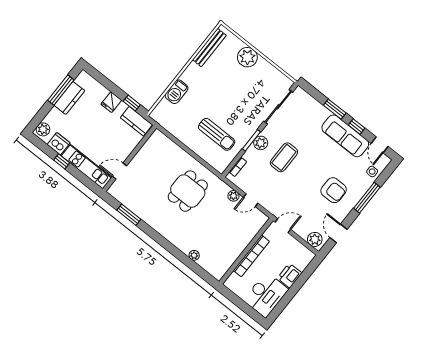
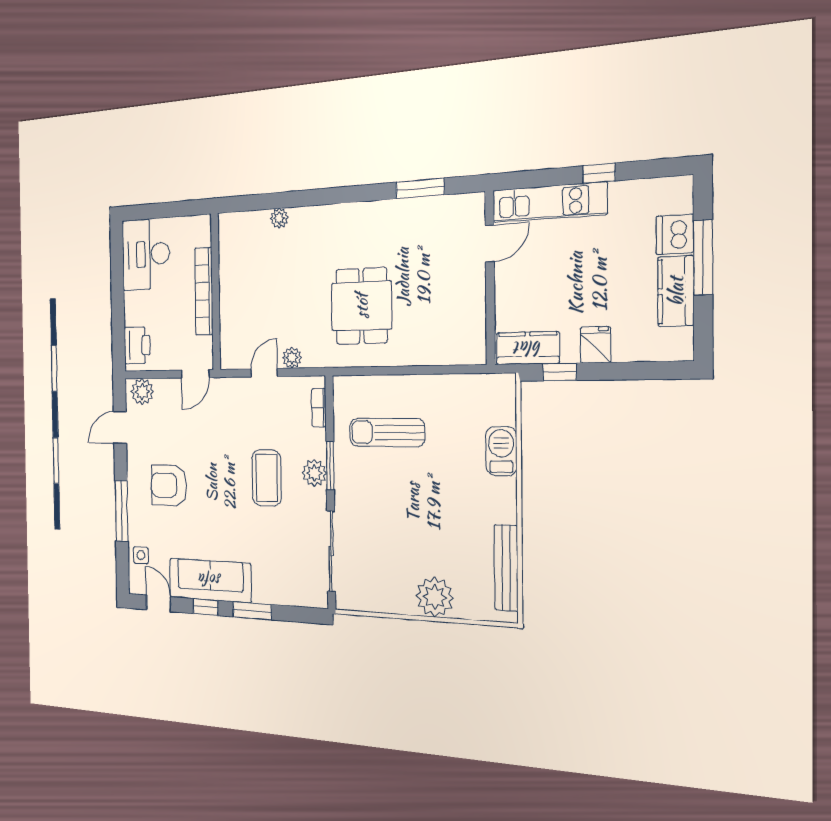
window: (61, 90) -> (703, 257), moved
plant: (43, 129) -> (678, 197), removed
dishwasher: (59, 144) -> (675, 234), moved, turned 90
door: (338, 233) -> (120, 428), swing flipped
printer: (290, 276) -> (137, 345), moved

